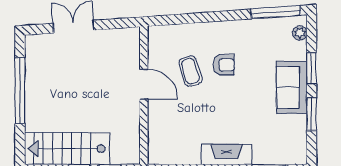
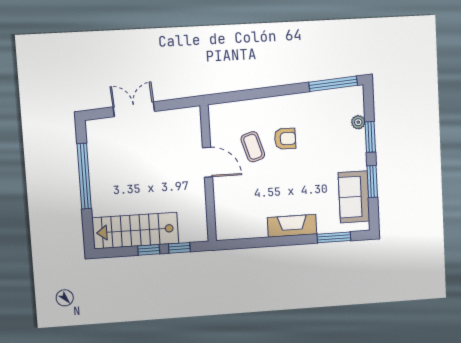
plant: (300, 33) -> (358, 122), moved
sofa: (292, 87) -> (354, 197), moved

